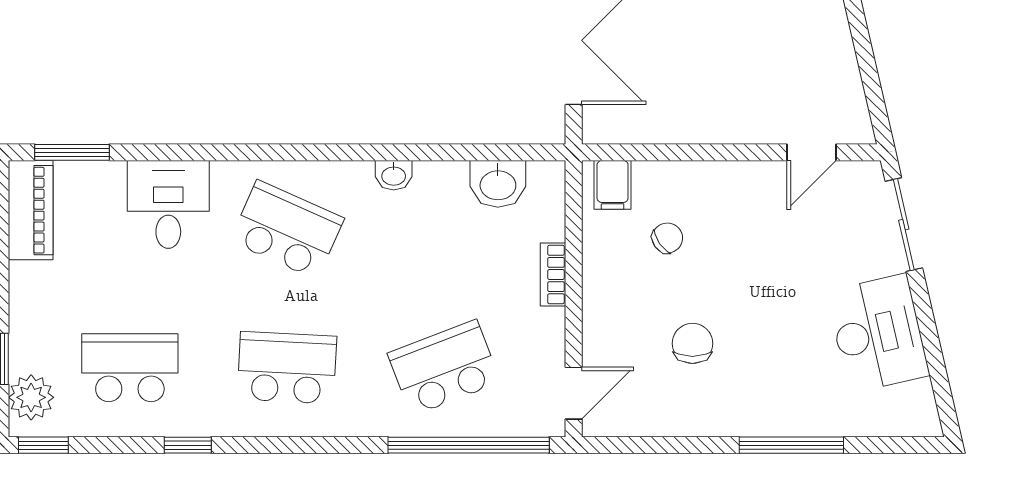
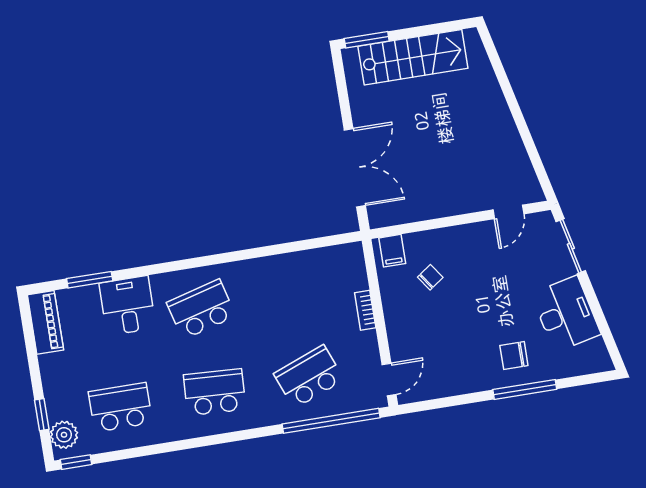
window: (72, 152) -> (90, 280), moved
washbasin: (394, 175) -> (260, 266), removed
washbasin: (498, 184) -> (323, 261), removed
school desk: (287, 230) -> (201, 309), turned -39
chair: (692, 343) -> (514, 356), moved, turned -90
window: (188, 445) -> (163, 448), removed

